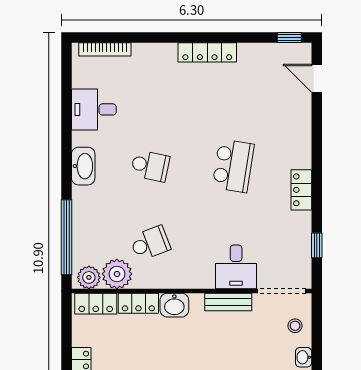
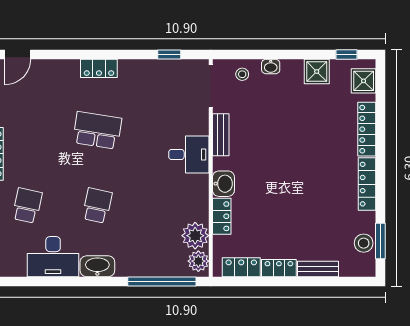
desk: (94, 109) -> (53, 257), width x1.37
locker: (301, 190) -> (99, 68), moved
school desk: (150, 243) -> (27, 206), moved, turned 33
desk: (236, 267) -> (189, 154), moved
locker: (96, 304) -> (241, 267), moved, turned -90

